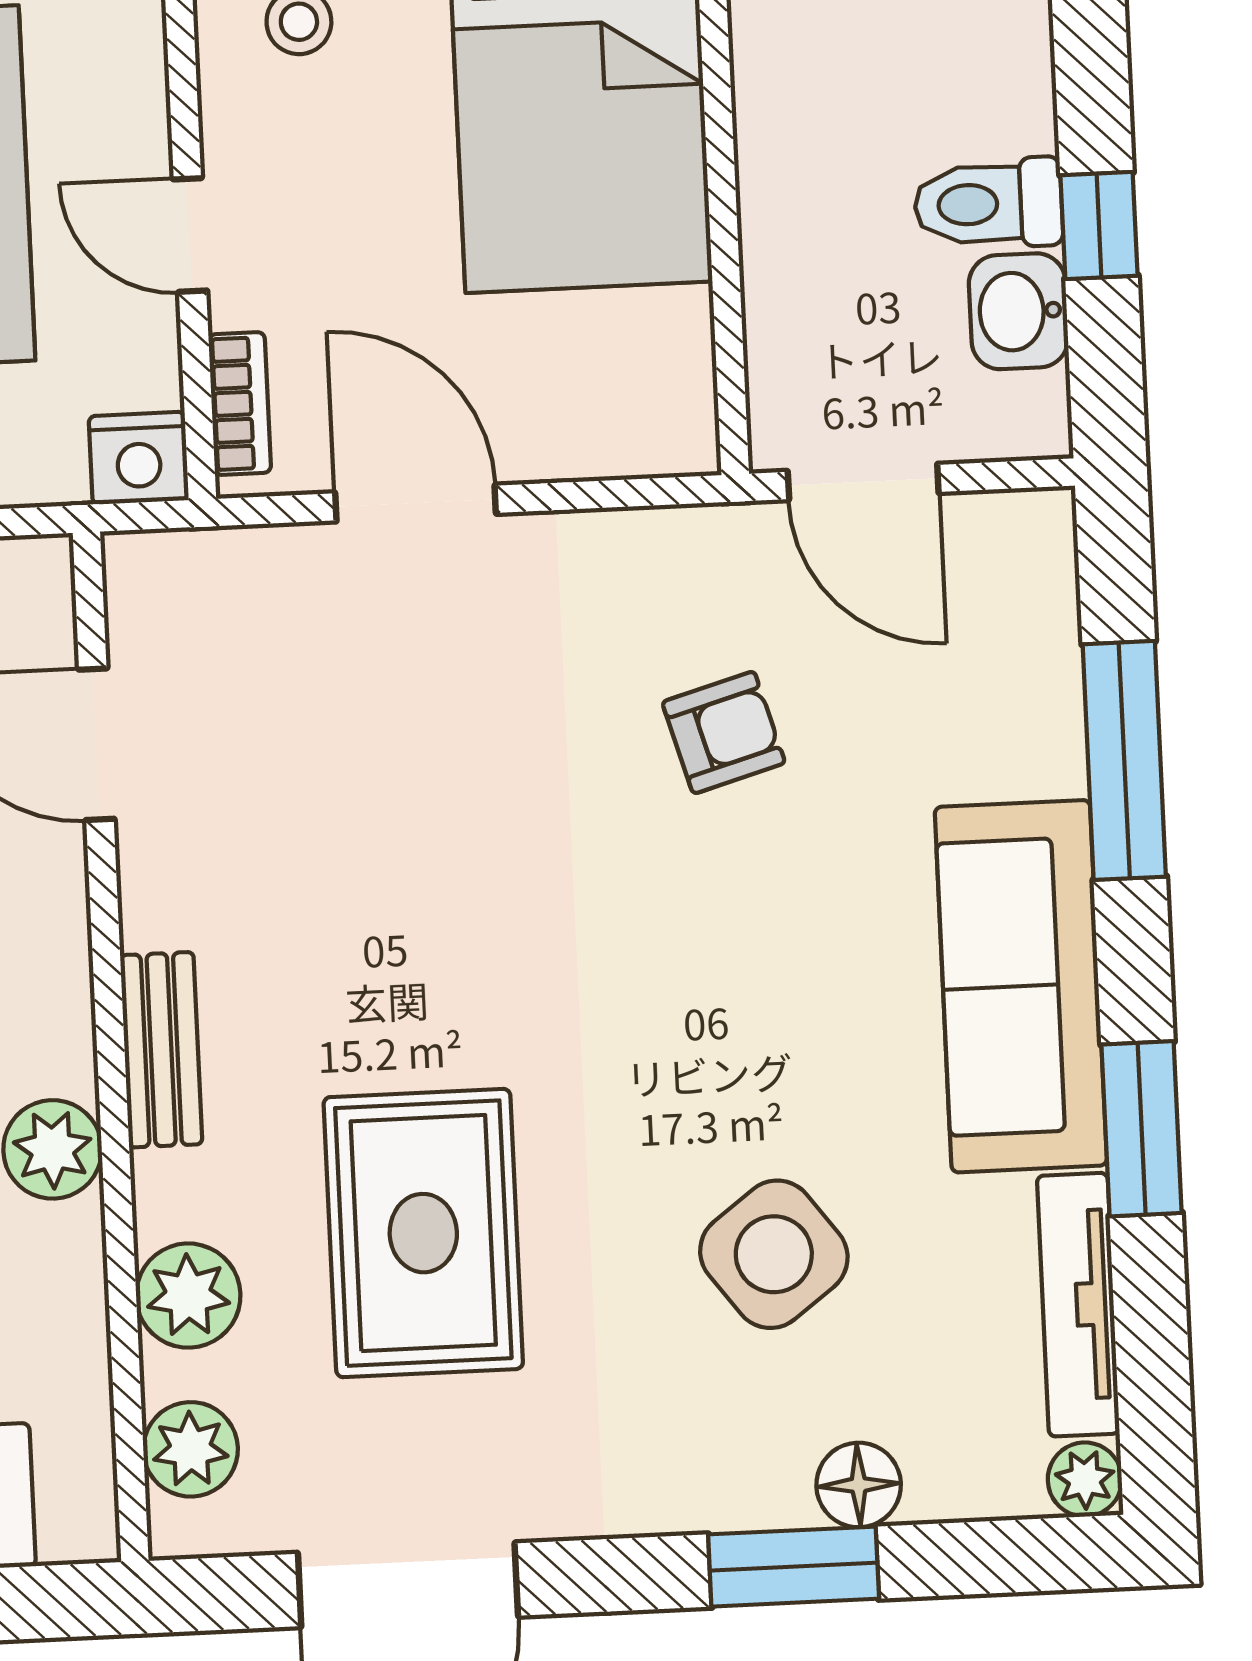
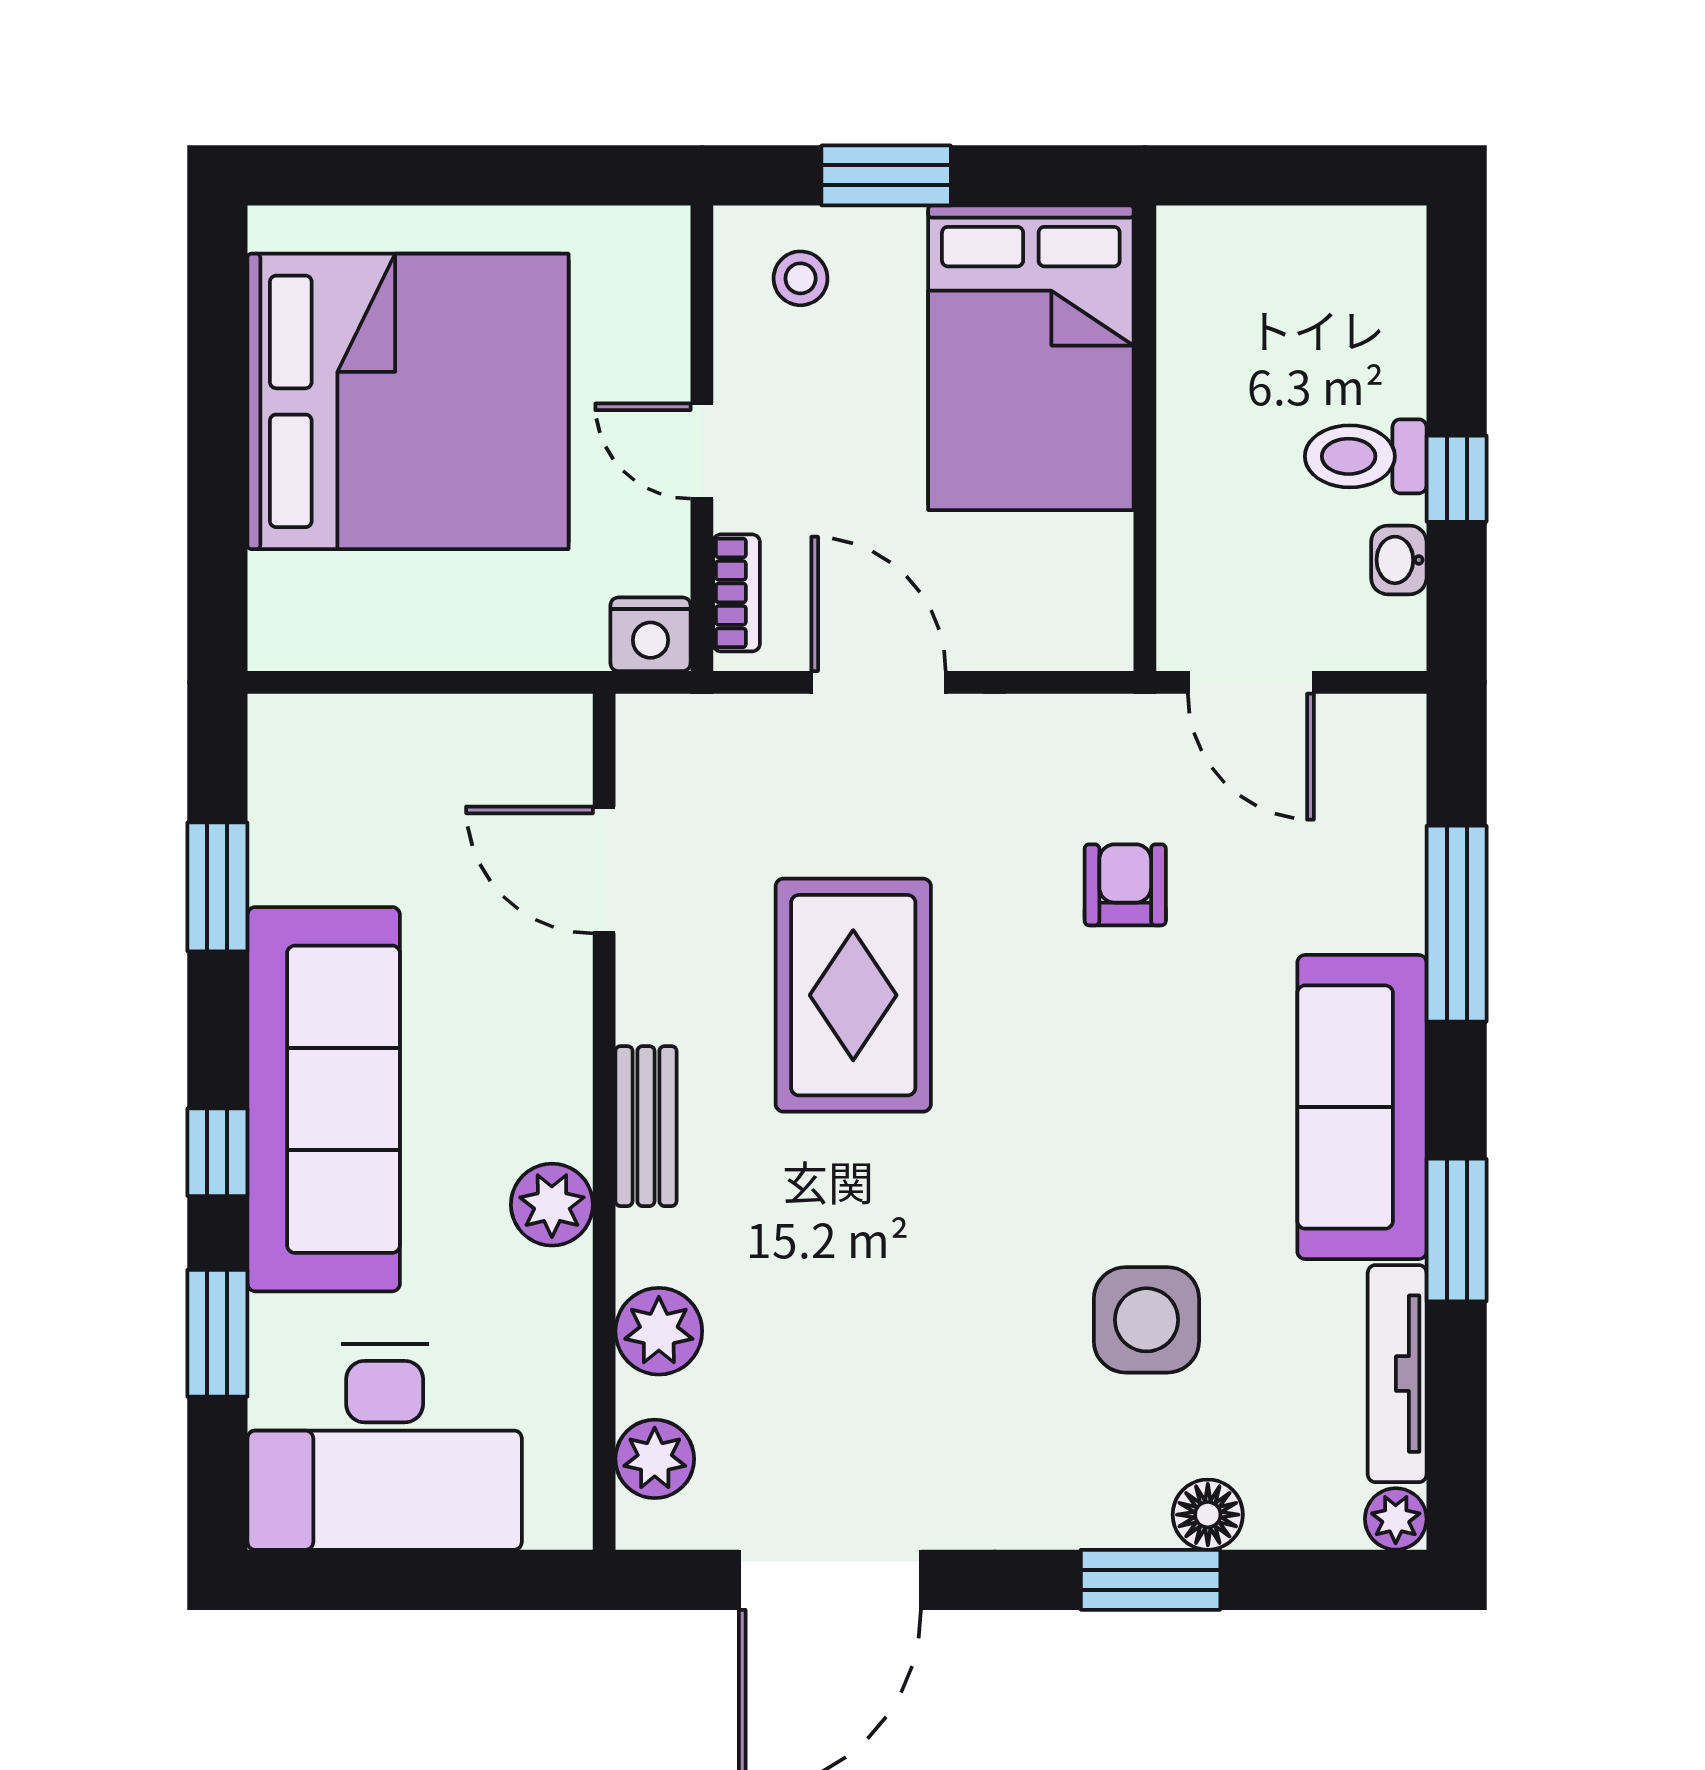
washbasin: (1018, 311) -> (1399, 560), width x0.72, depth x0.69
armchair: (724, 732) -> (1125, 885), turned -74
rug: (423, 1233) -> (853, 995), moved
side table: (774, 1254) -> (1146, 1320), turned 37

